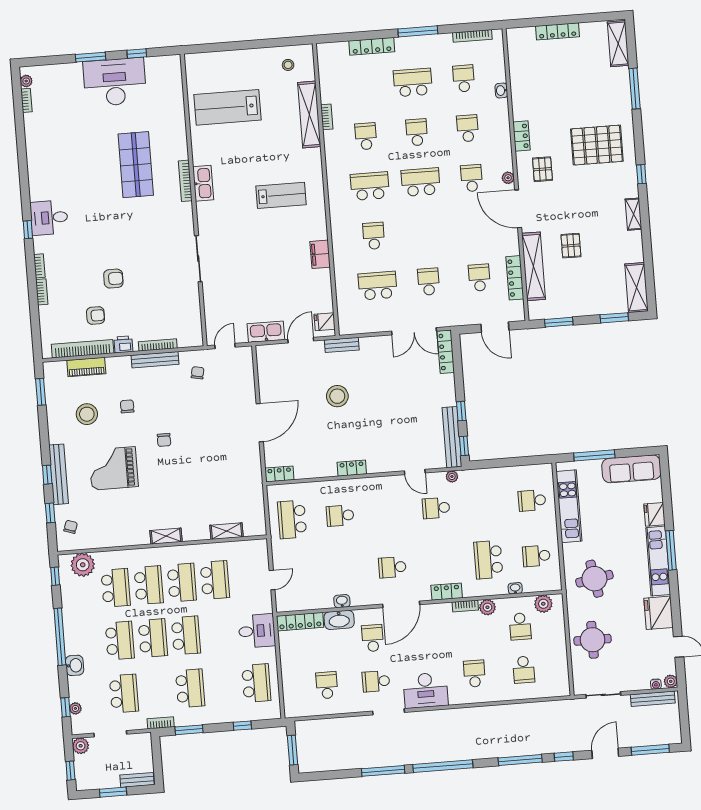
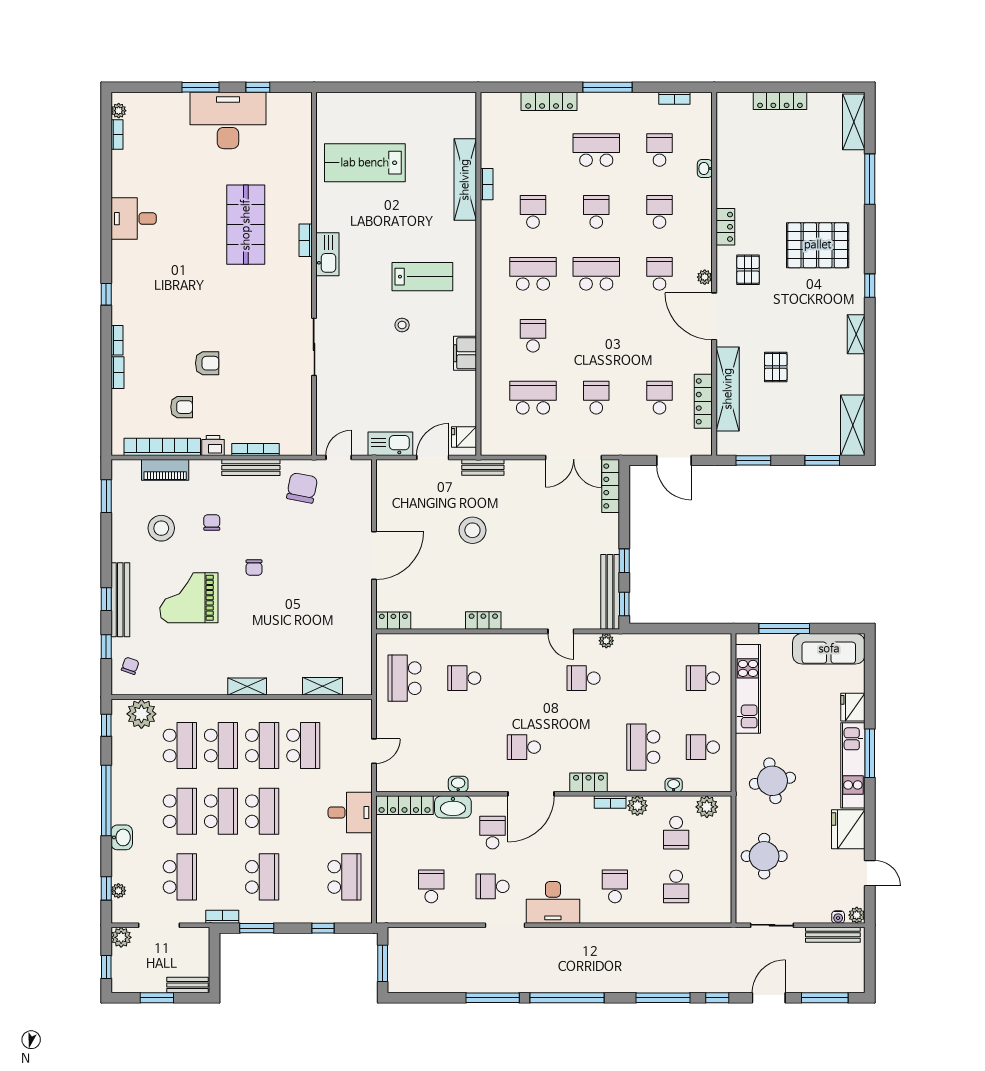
bookcase: (472, 36) -> (674, 98), width x0.64
stool: (288, 65) -> (402, 325), moved
bookcase: (185, 181) -> (306, 240), width x0.64
desk: (49, 218) -> (134, 219), moved
chair: (198, 373) -> (302, 488), width x1.87, depth x1.87

